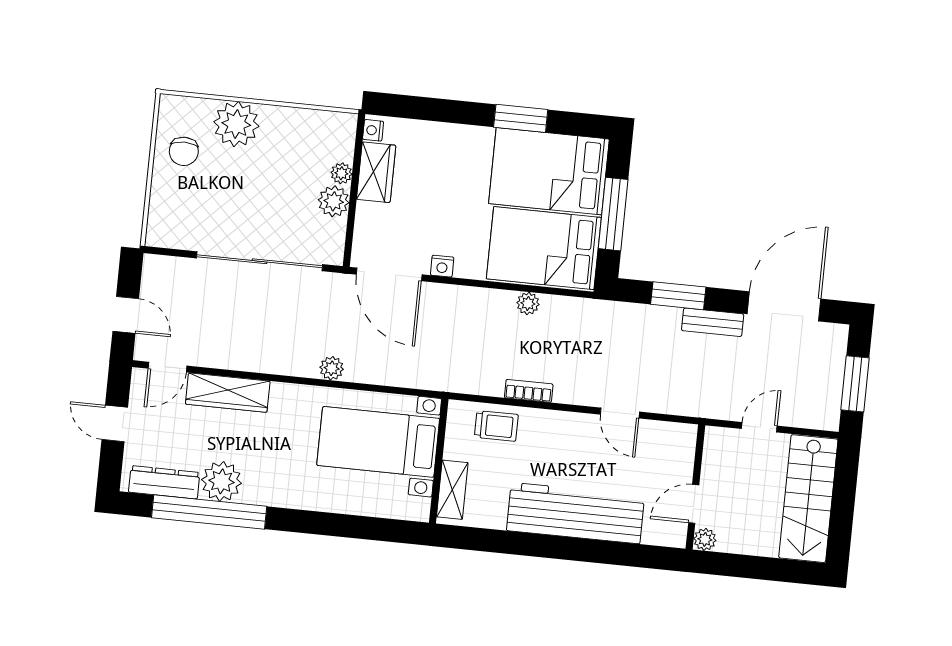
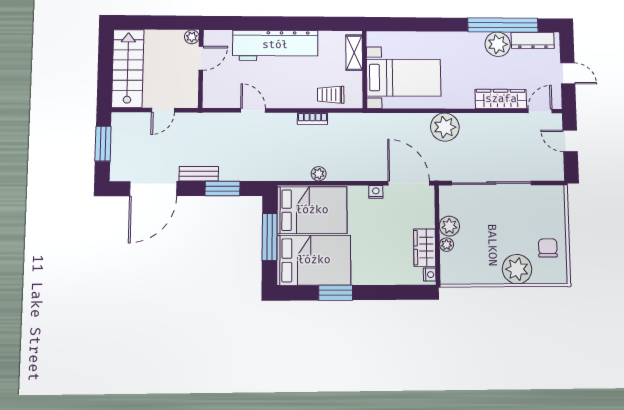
plant: (332, 368) -> (445, 127), width x1.88, depth x1.88

